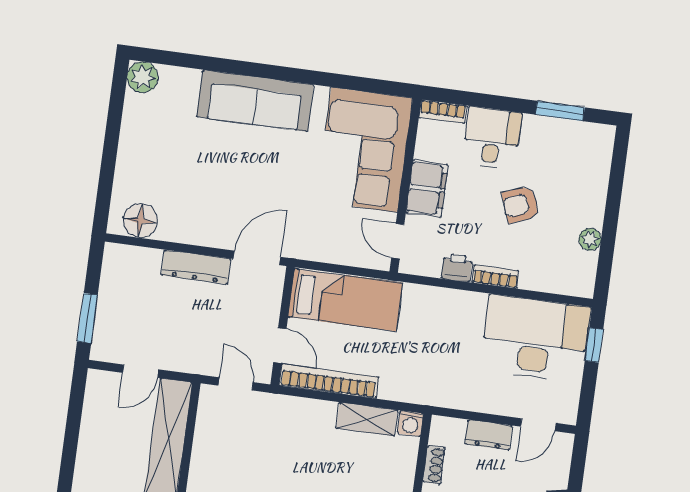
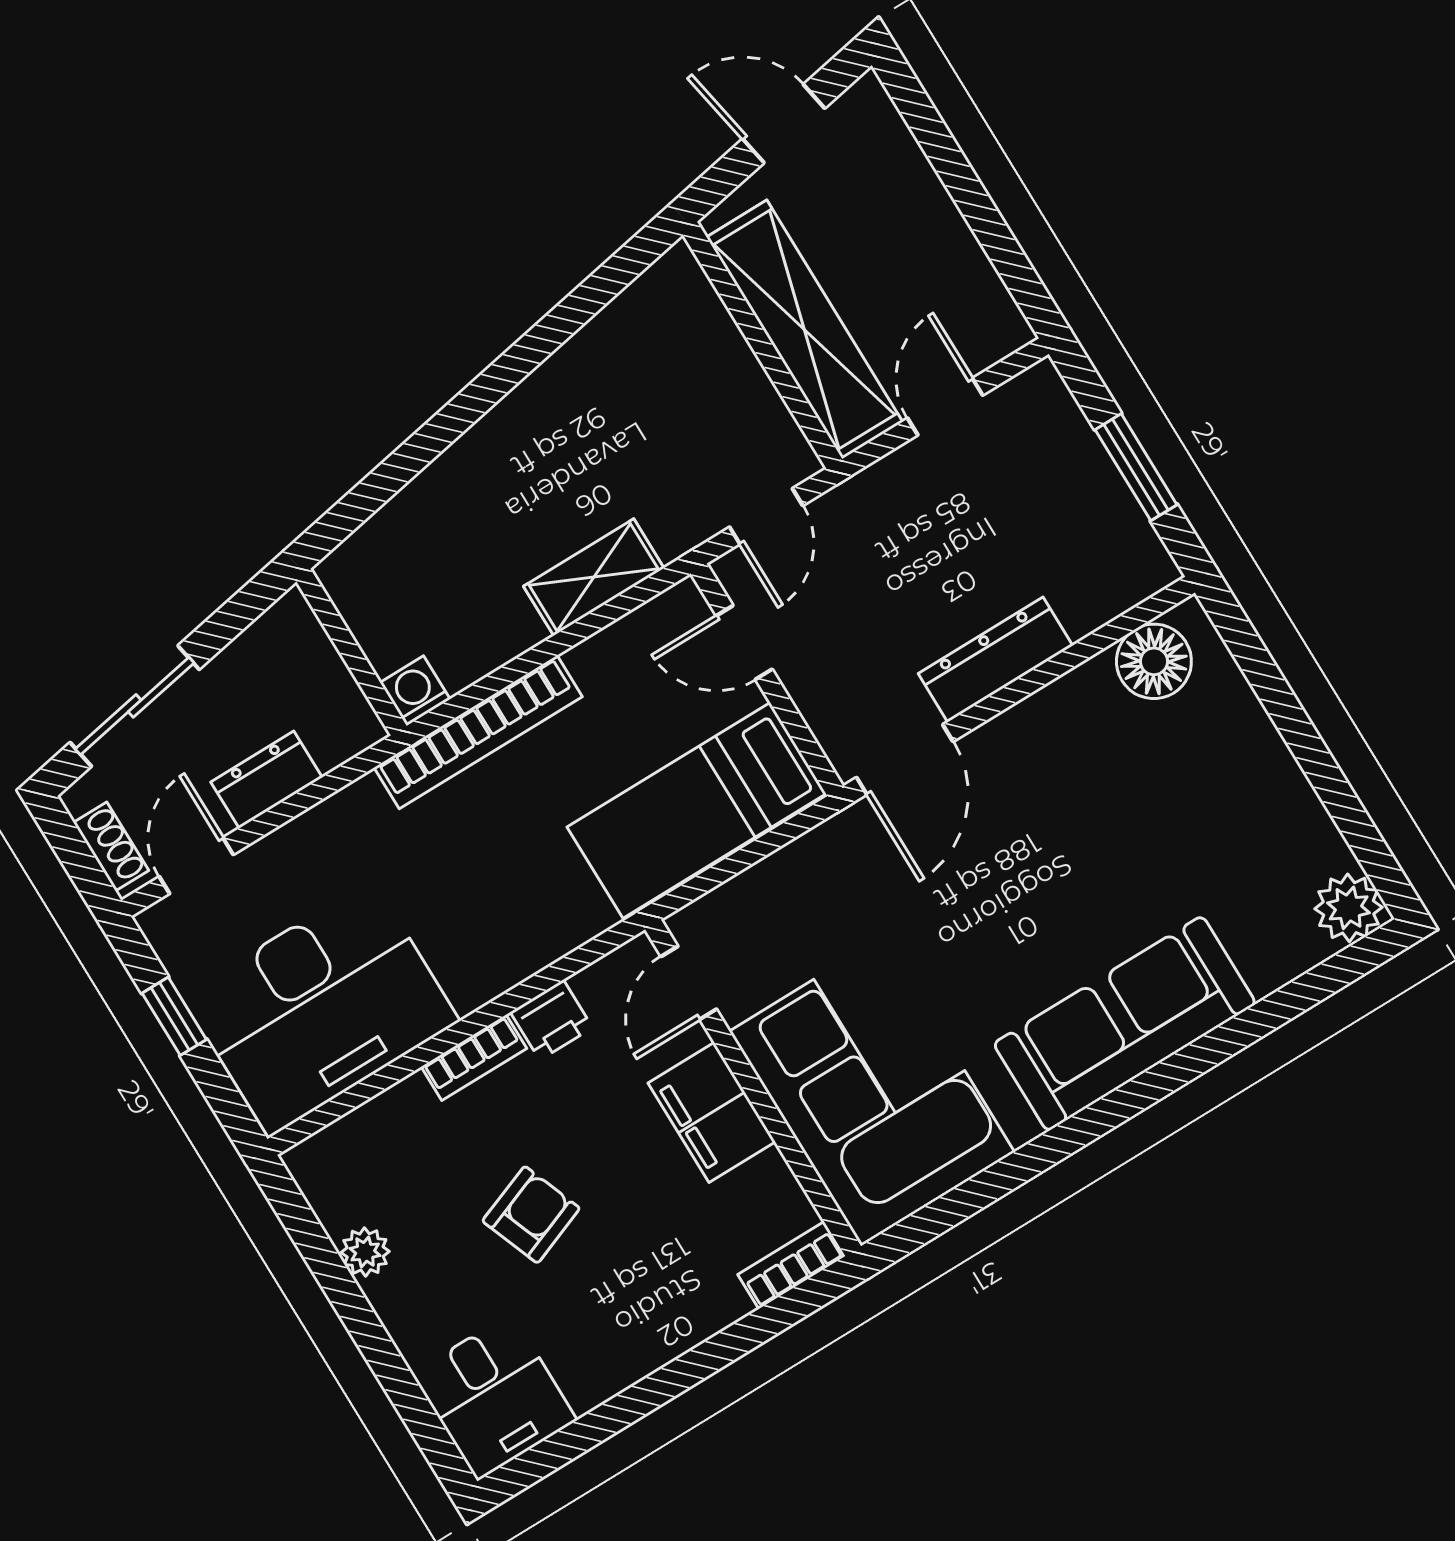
window: (560, 111) -> (594, 1428), removed
desk: (492, 138) -> (494, 1397), moved
door: (398, 241) -> (689, 983), swing flipped
window: (87, 318) -> (1136, 467), moved
window: (594, 345) -> (174, 1016), moved
bookcase: (329, 381) -> (478, 732), moved
door: (236, 384) -> (766, 516), hinge flipped
shelving: (367, 419) -> (594, 577), moved
shoe rack: (434, 465) -> (111, 846), moved, turned 180

